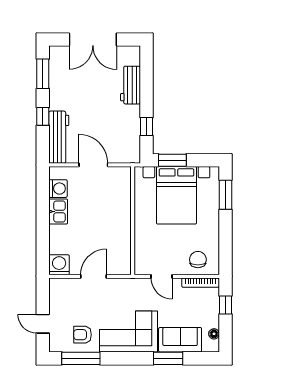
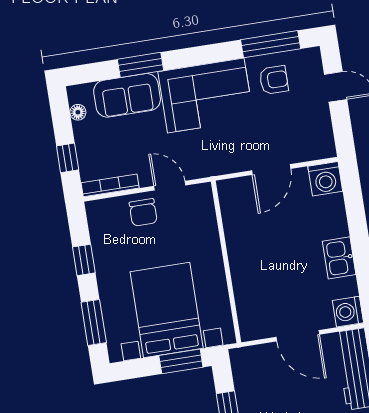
washing machine: (58, 189) -> (348, 312), moved
window: (225, 237) -> (84, 260), added
chair: (198, 260) -> (143, 212), moved

